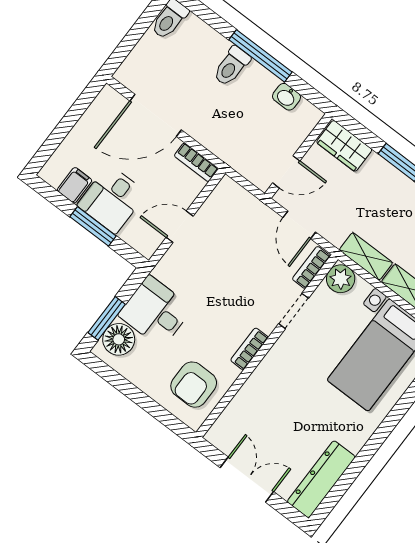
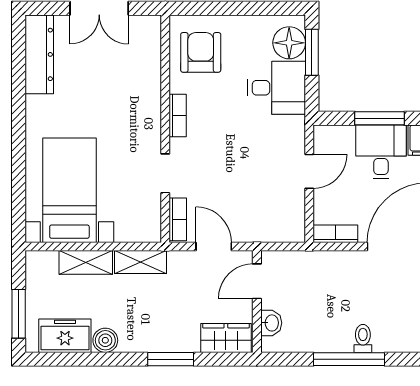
toilet: (232, 66) -> (363, 338), width x0.73, depth x0.72
washbasin: (287, 97) -> (271, 323), moved, turned 90
plant: (341, 279) -> (147, 228), removed

